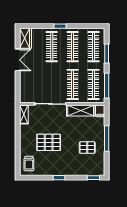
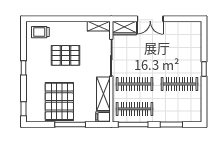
wardrobe: (26, 38) -> (124, 28), moved
clothes rail: (52, 47) -> (179, 59), removed
clothes rail: (93, 47) -> (179, 109), removed
double door: (18, 60) -> (150, 19), moved
pallet: (49, 142) -> (65, 55), turned 90
pallet: (87, 148) -> (59, 101), width x2.05, depth x2.00

